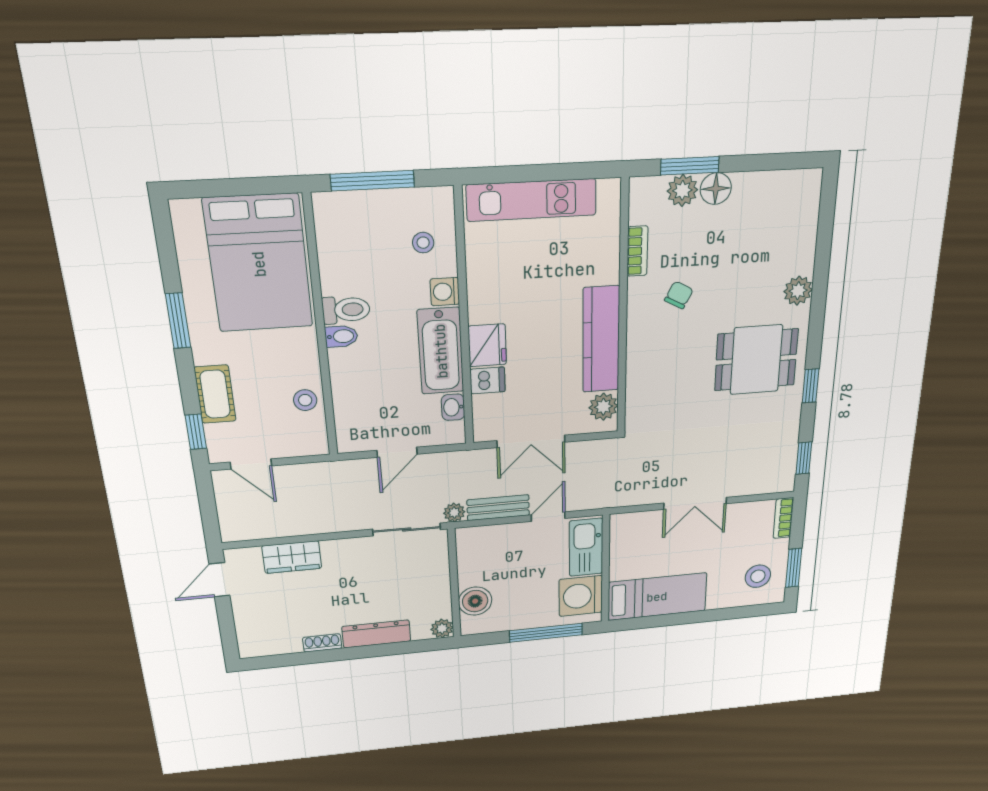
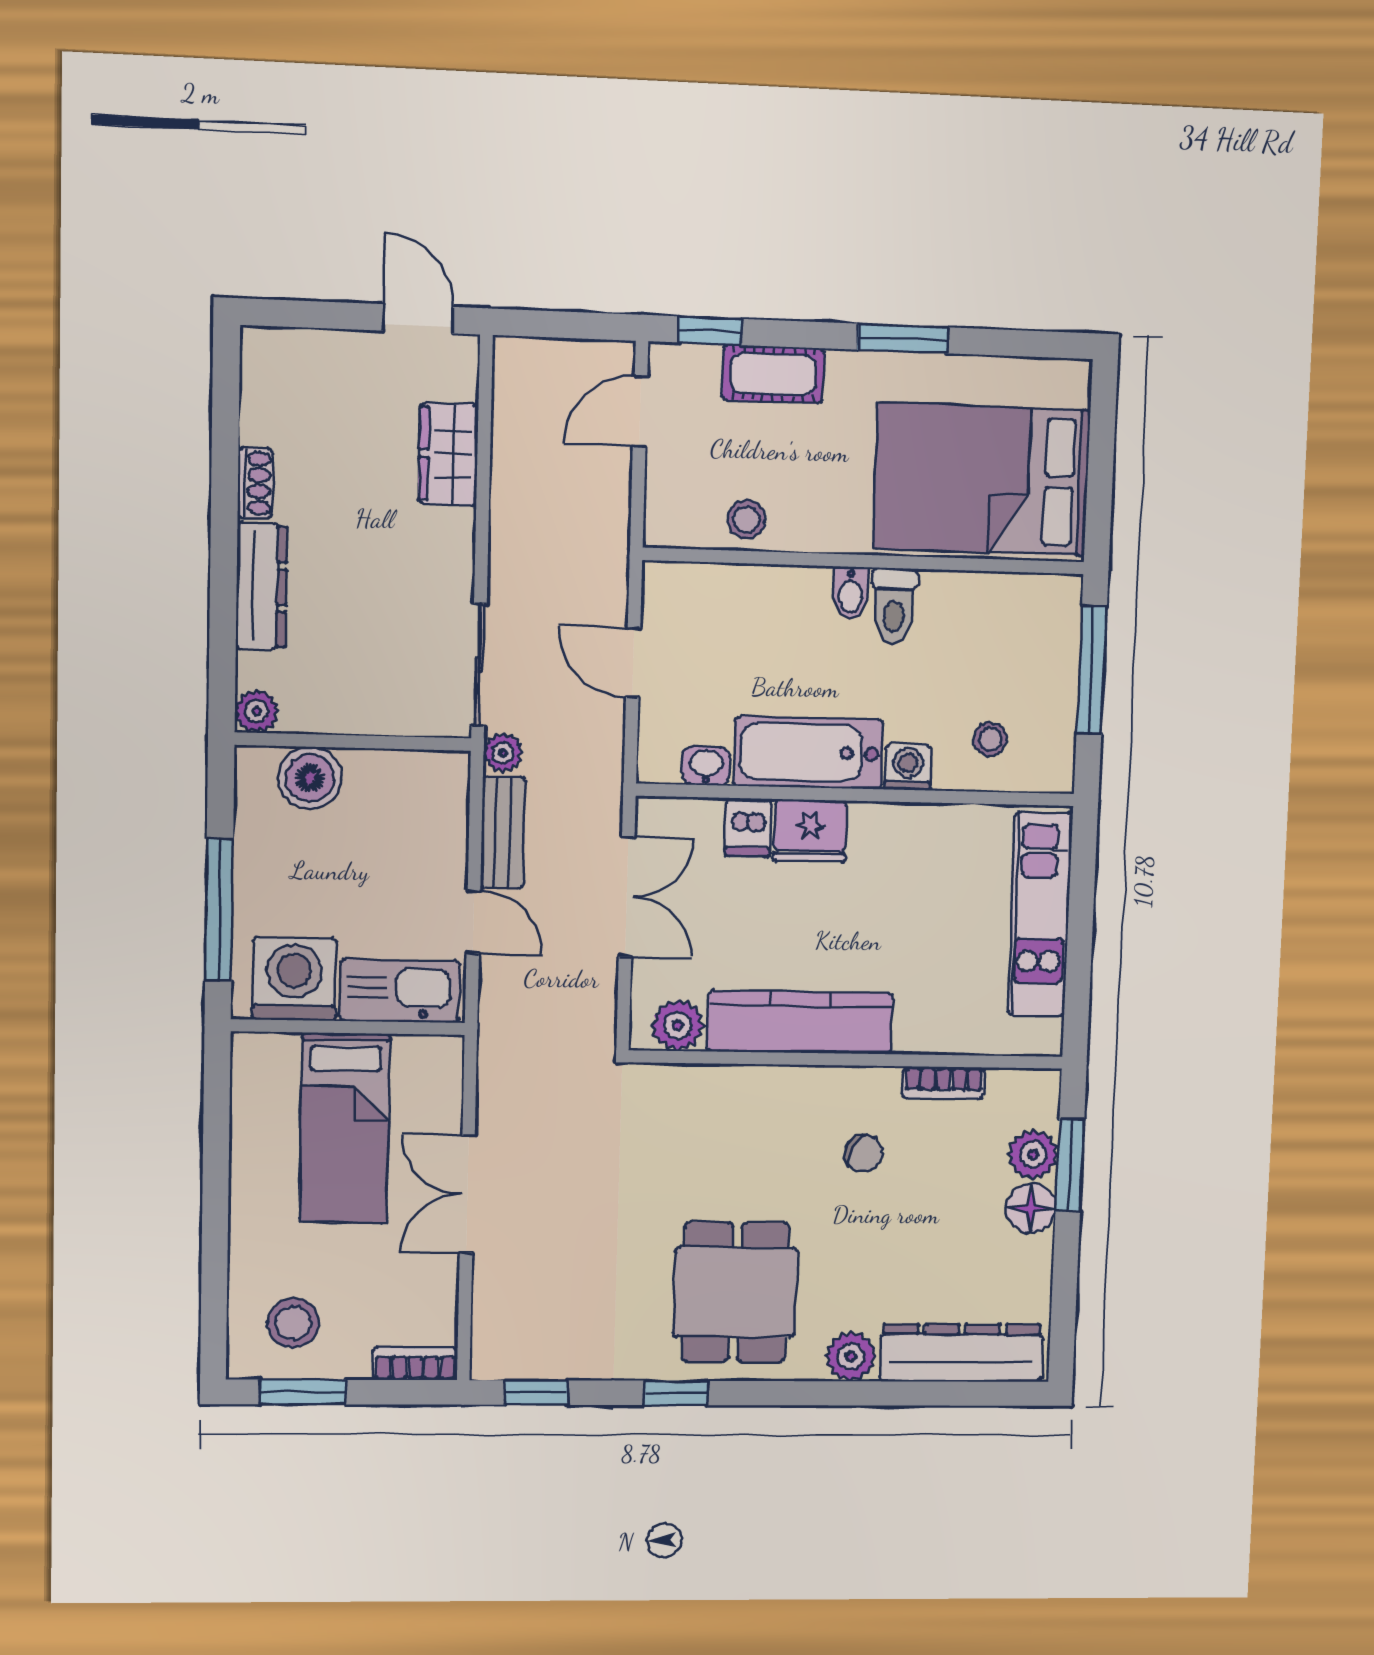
dresser: (801, 224) -> (961, 1353), added
double door: (531, 441) -> (627, 897), swing flipped
bed: (657, 597) -> (345, 1128), moved

